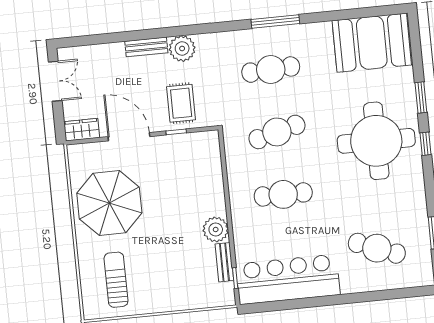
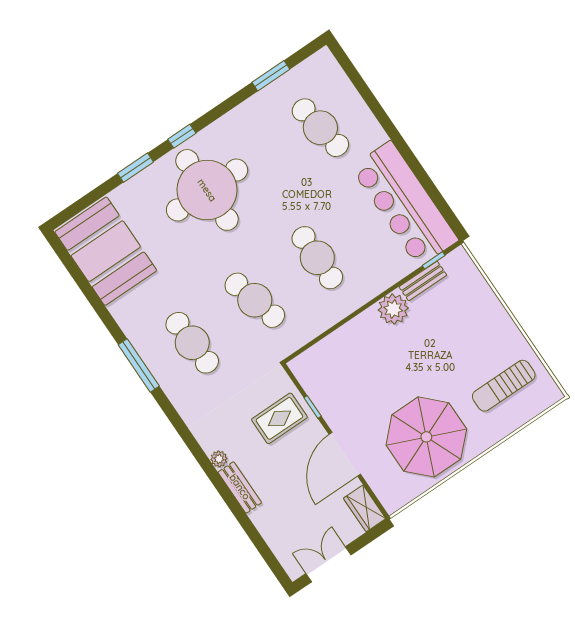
plant: (182, 48) -> (219, 459), width x0.53, depth x0.53
cafe table: (377, 248) -> (320, 128), turned -30

